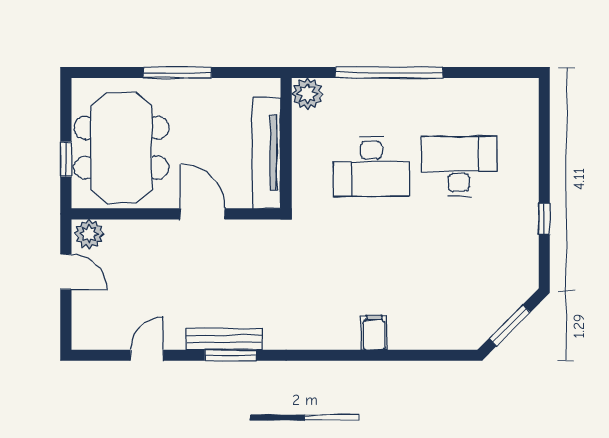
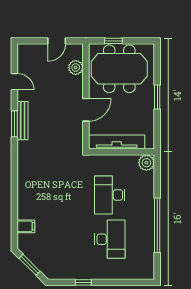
window: (177, 73) -> (157, 97), width x0.69
window: (389, 73) -> (157, 225), moved
plant: (89, 234) -> (76, 67), moved
filing cabinet: (374, 333) -> (26, 226), moved

